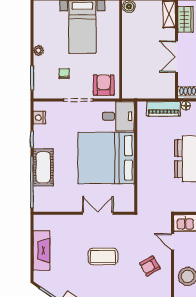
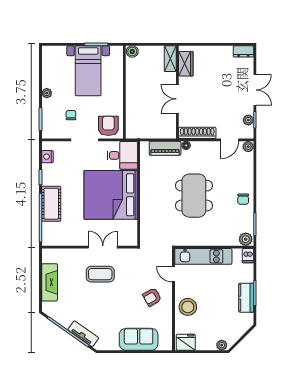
coffee table: (103, 256) -> (100, 274), moved

